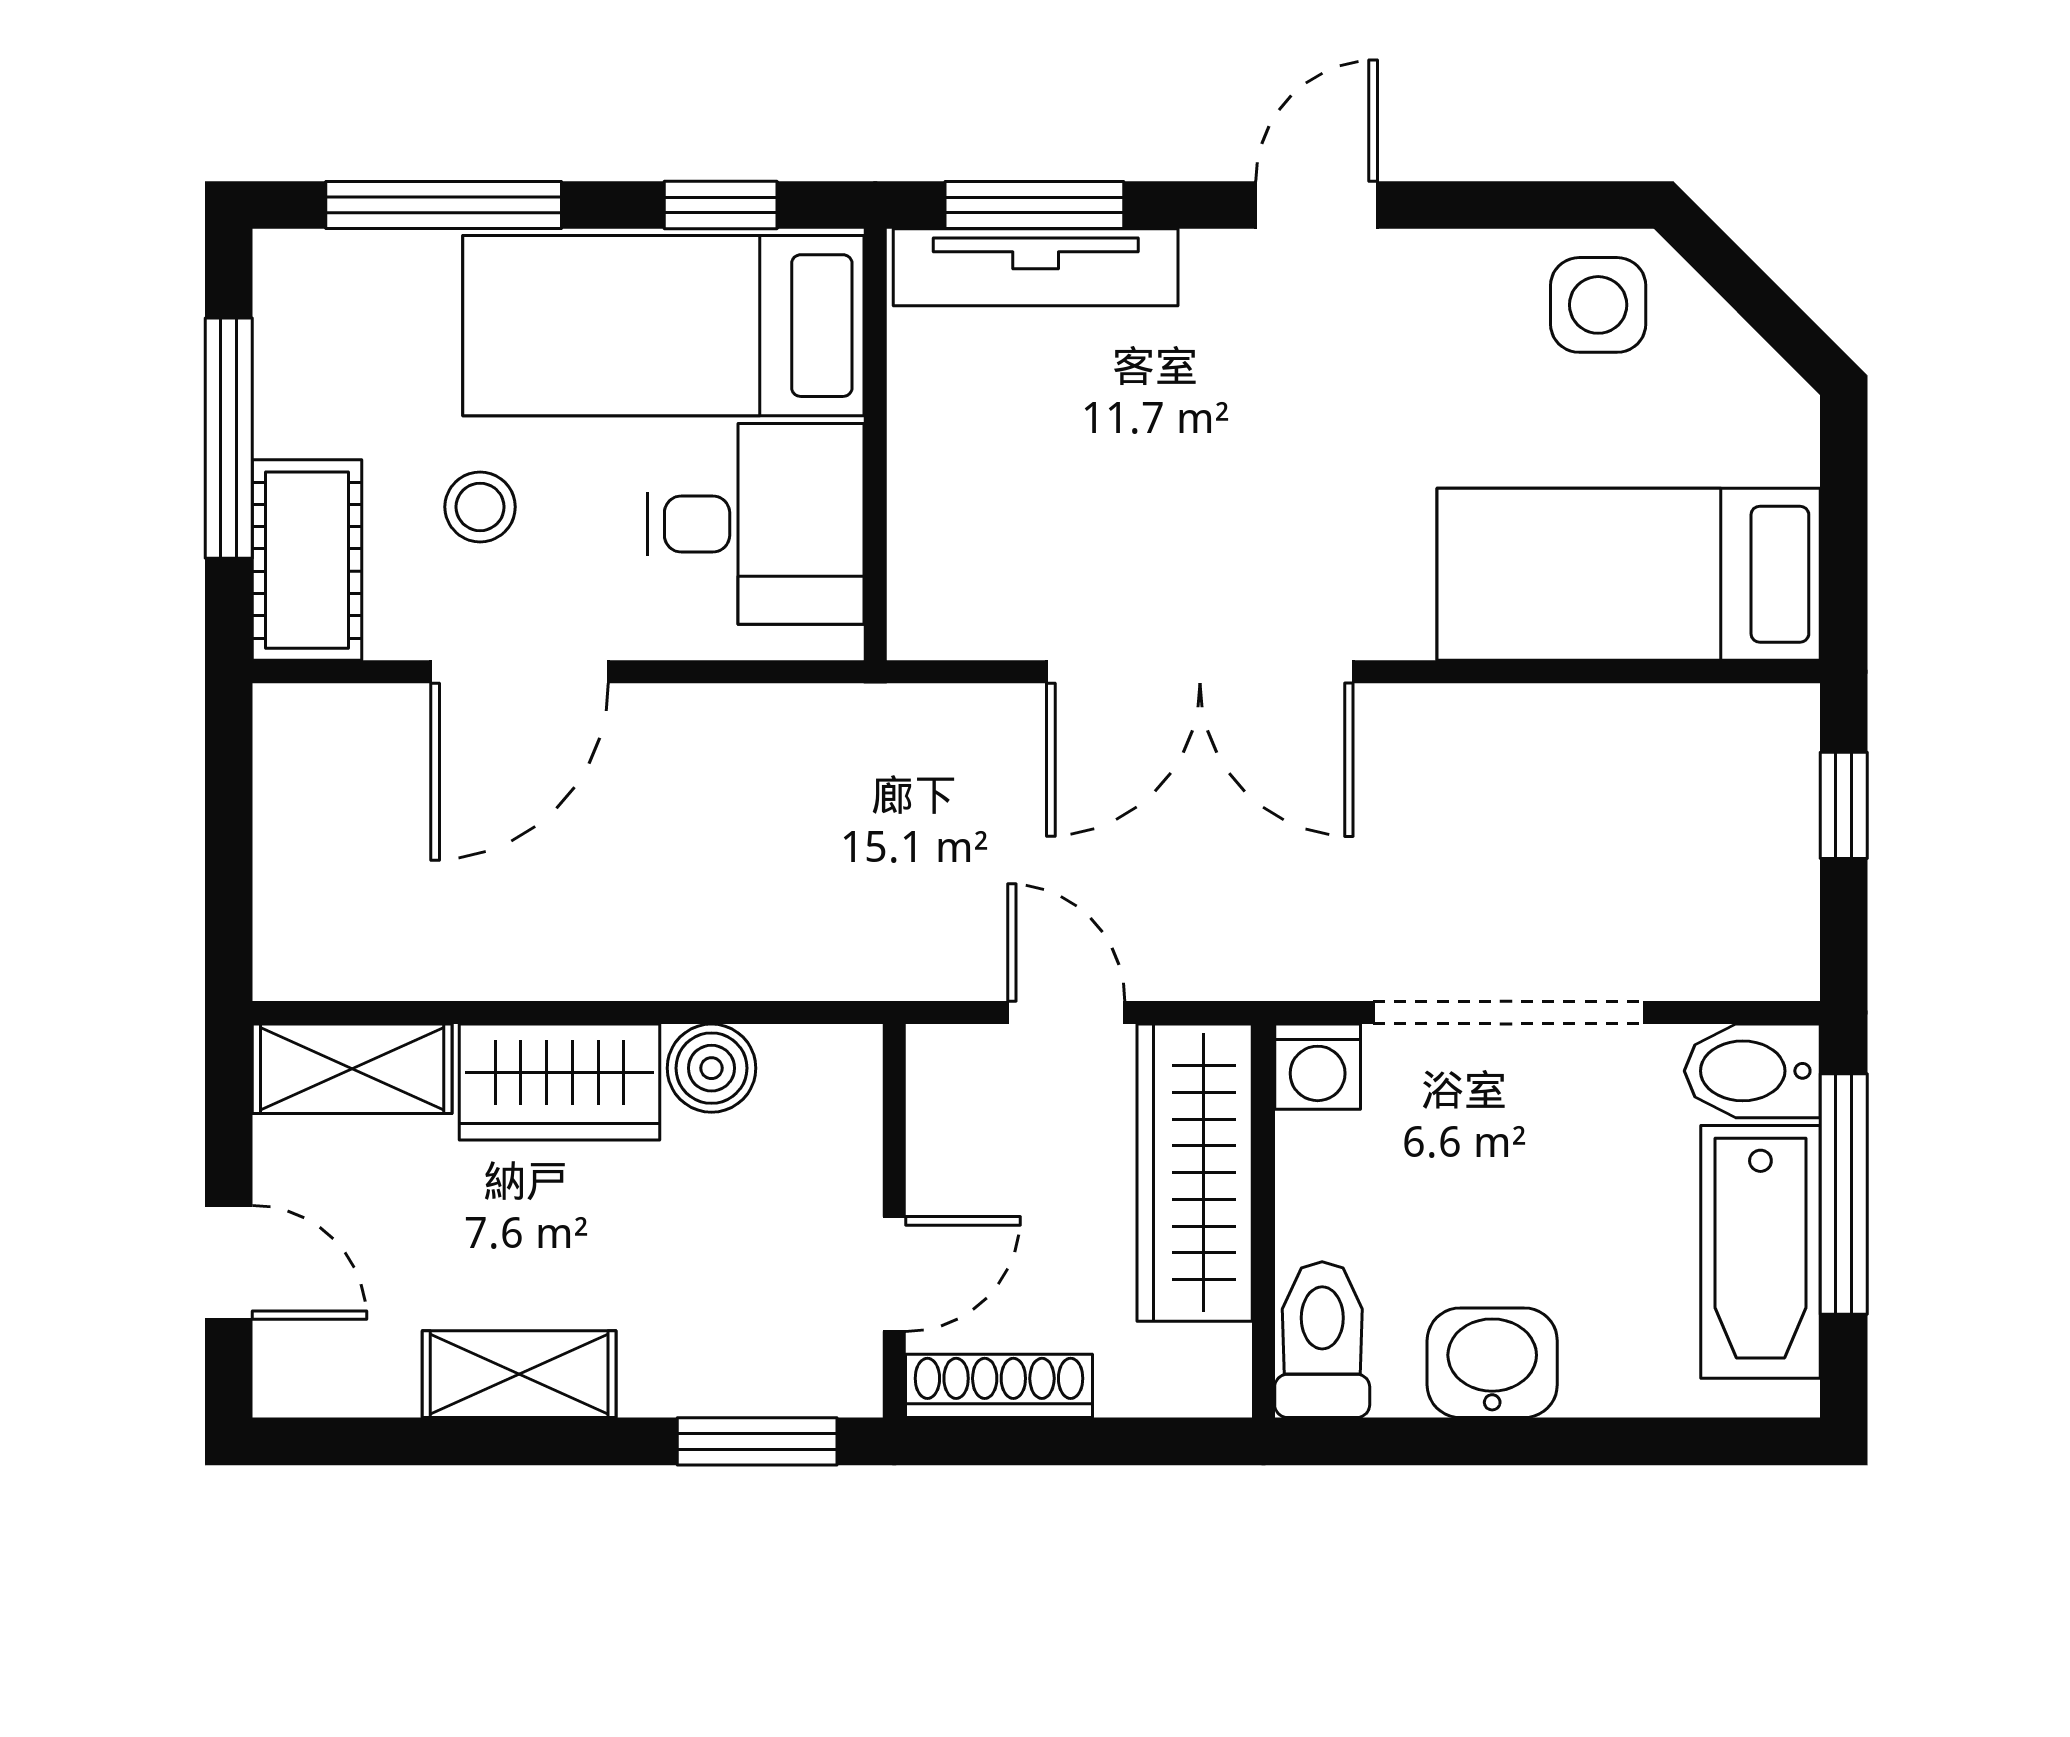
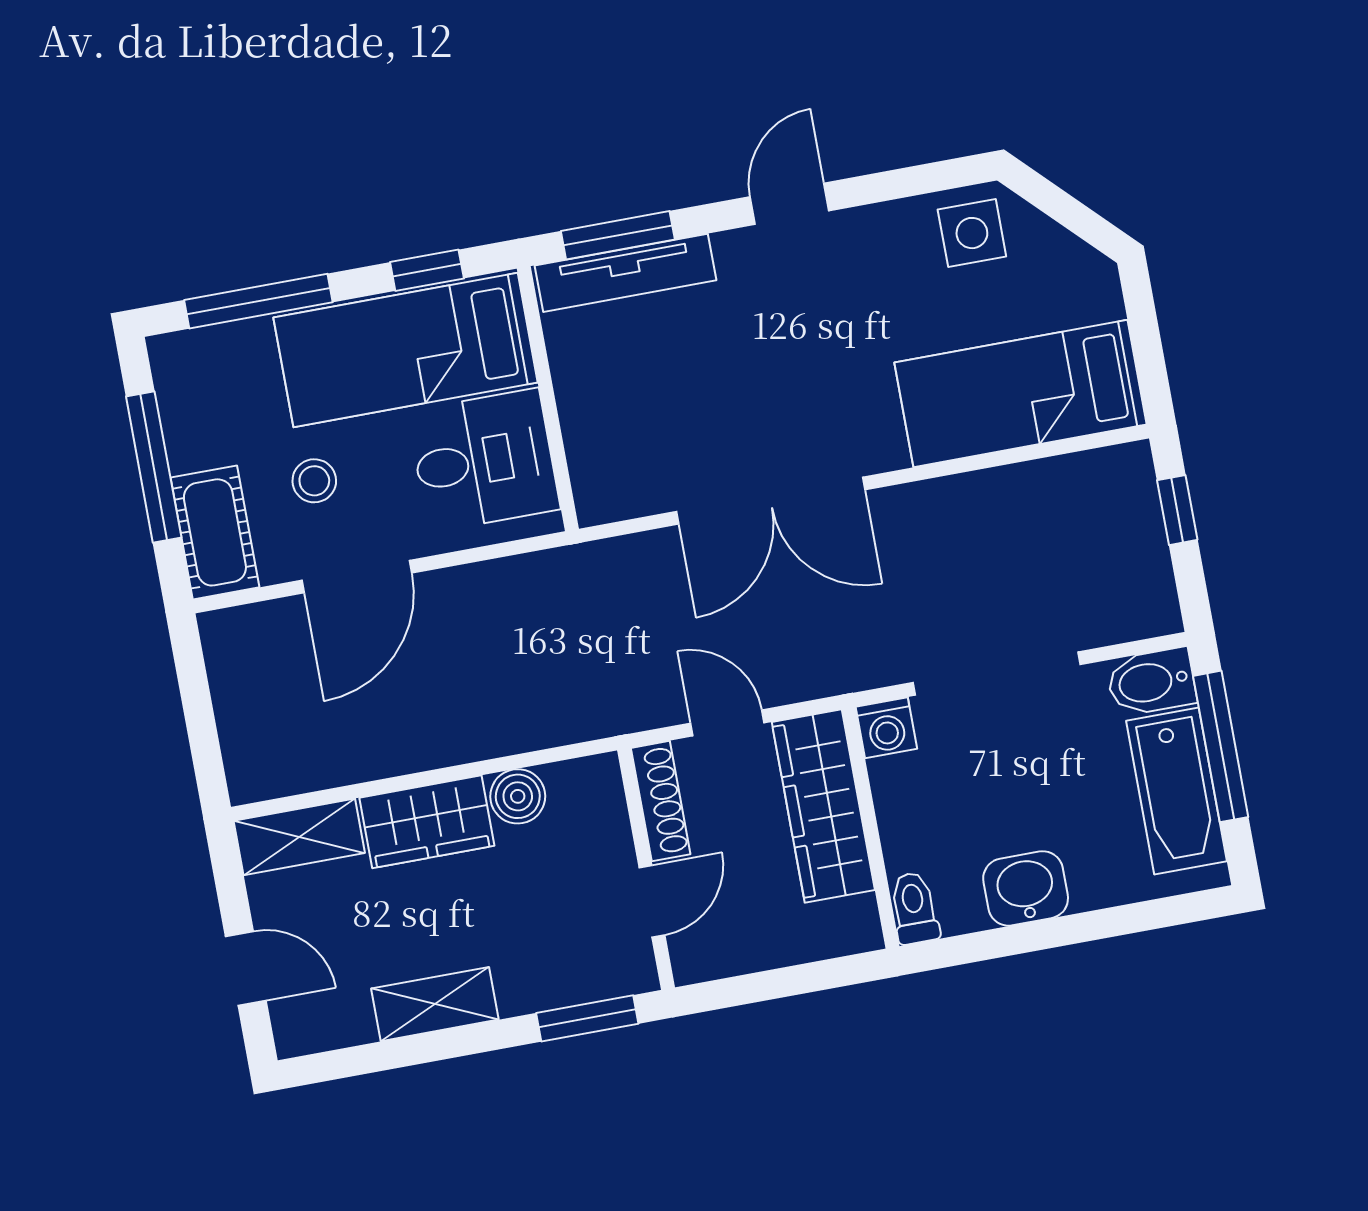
toilet: (1322, 1340) -> (914, 908), width x0.73, depth x0.72
shoe rack: (999, 1386) -> (661, 801), moved, turned 90

